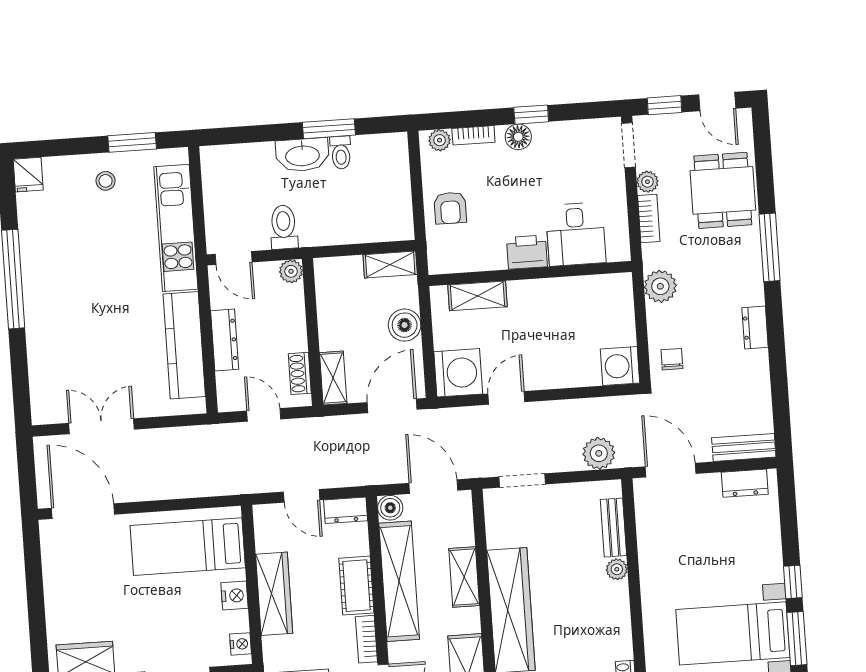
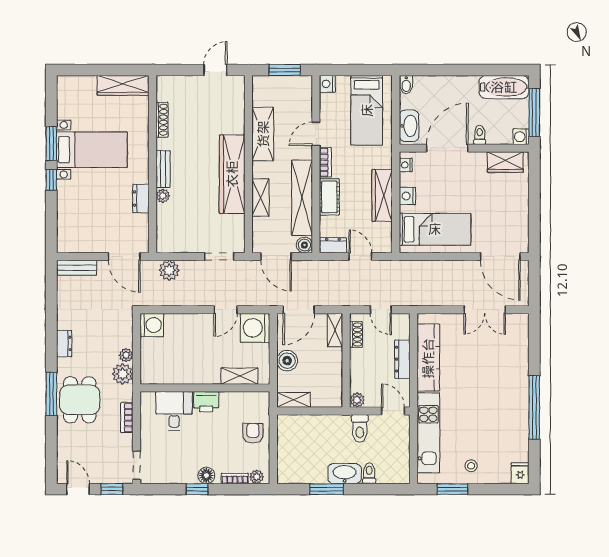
toilet: (341, 153) -> (369, 473), moved
plant: (647, 182) -> (126, 355), moved
dining table: (723, 190) -> (80, 400), moved
chair: (672, 359) -> (118, 327), removed
dresser: (745, 483) -> (141, 198), moved, turned -90
bench: (614, 528) -> (163, 169), moved

